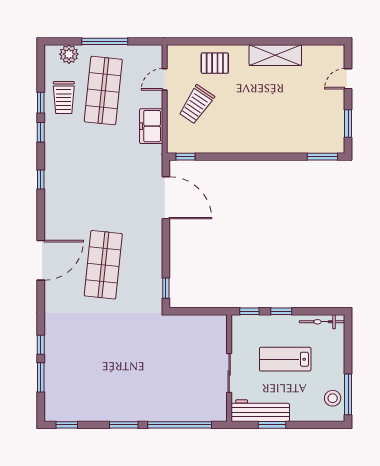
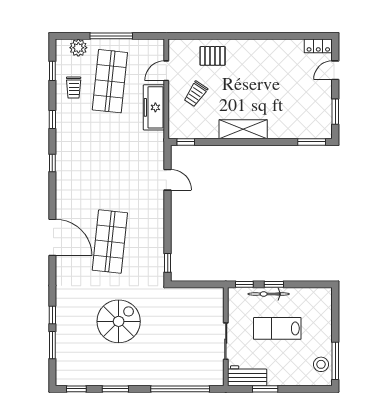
locker: (330, 52) -> (318, 46), added
shelving: (275, 55) -> (243, 129), moved
trolley: (64, 97) -> (74, 88), width x0.73, depth x0.72
window: (41, 103) -> (52, 71), moved
trolley: (196, 104) -> (196, 94), width x0.73, depth x0.72
freezer: (151, 126) -> (154, 107), width x1.40
door: (166, 198) -> (168, 180), width x0.53
door: (41, 260) -> (52, 237), hinge flipped
bicycle: (322, 322) -> (269, 294), moved
spiral stairs: (113, 352) -> (119, 321), added
workbench: (260, 411) -> (247, 376), width x0.73
window: (124, 425) -> (115, 389), moved

